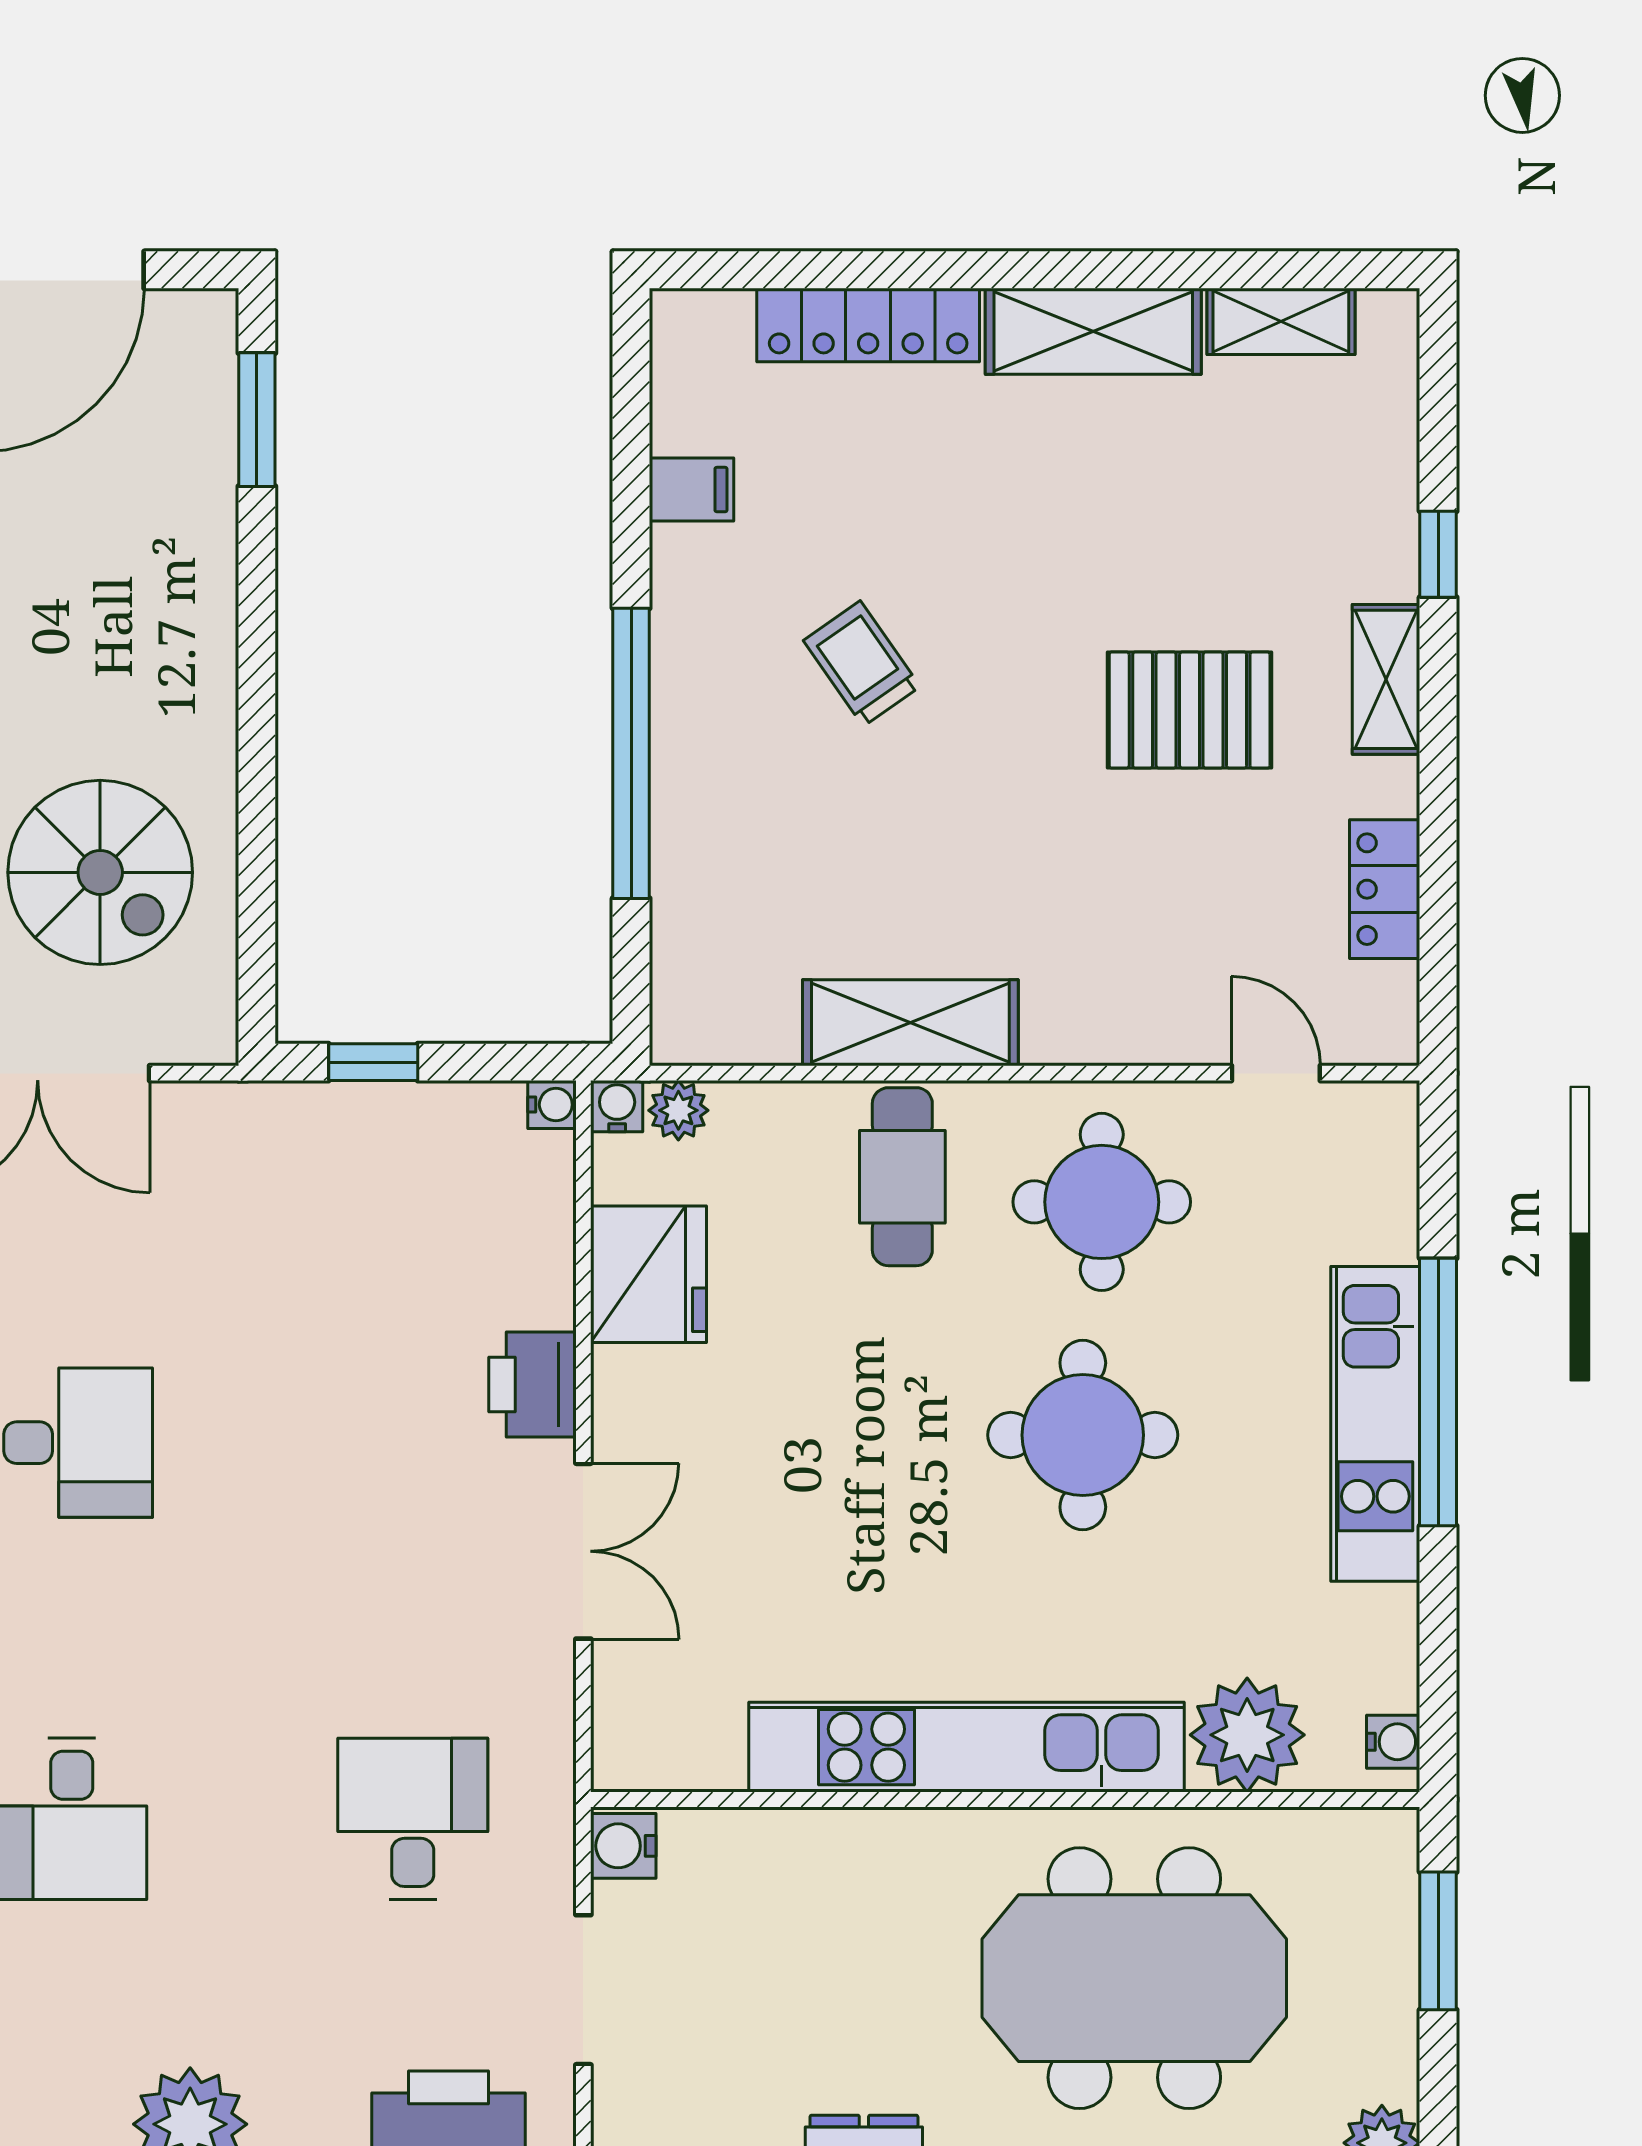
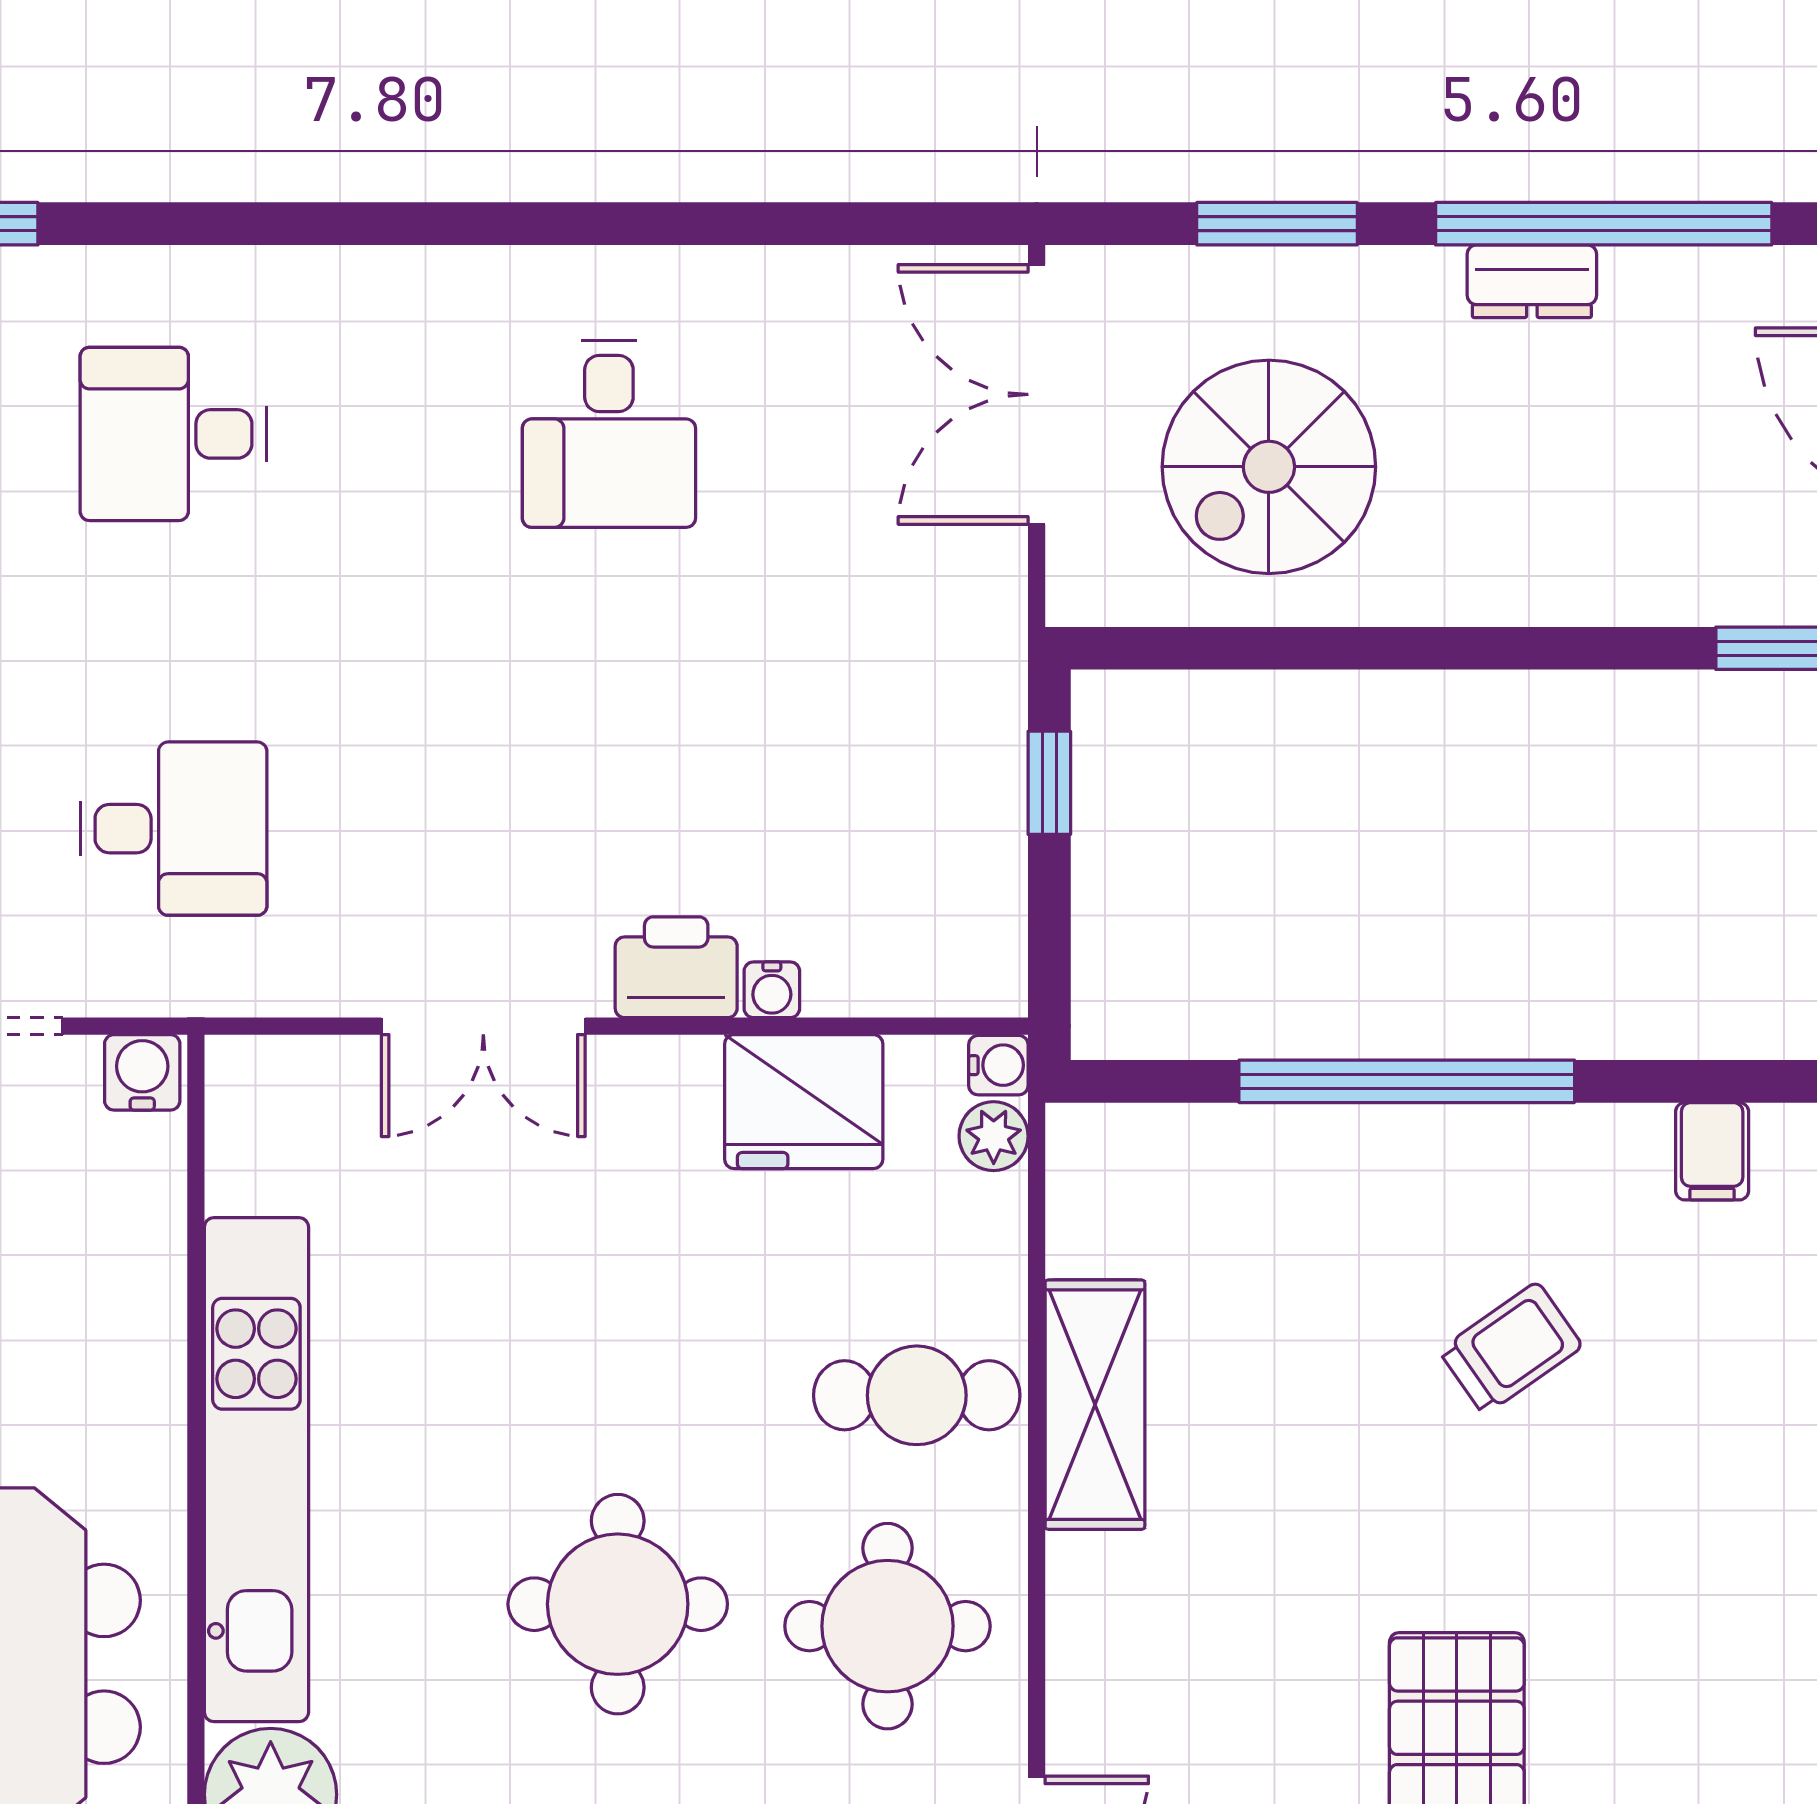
water cooler: (552, 1105) -> (772, 990), moved

